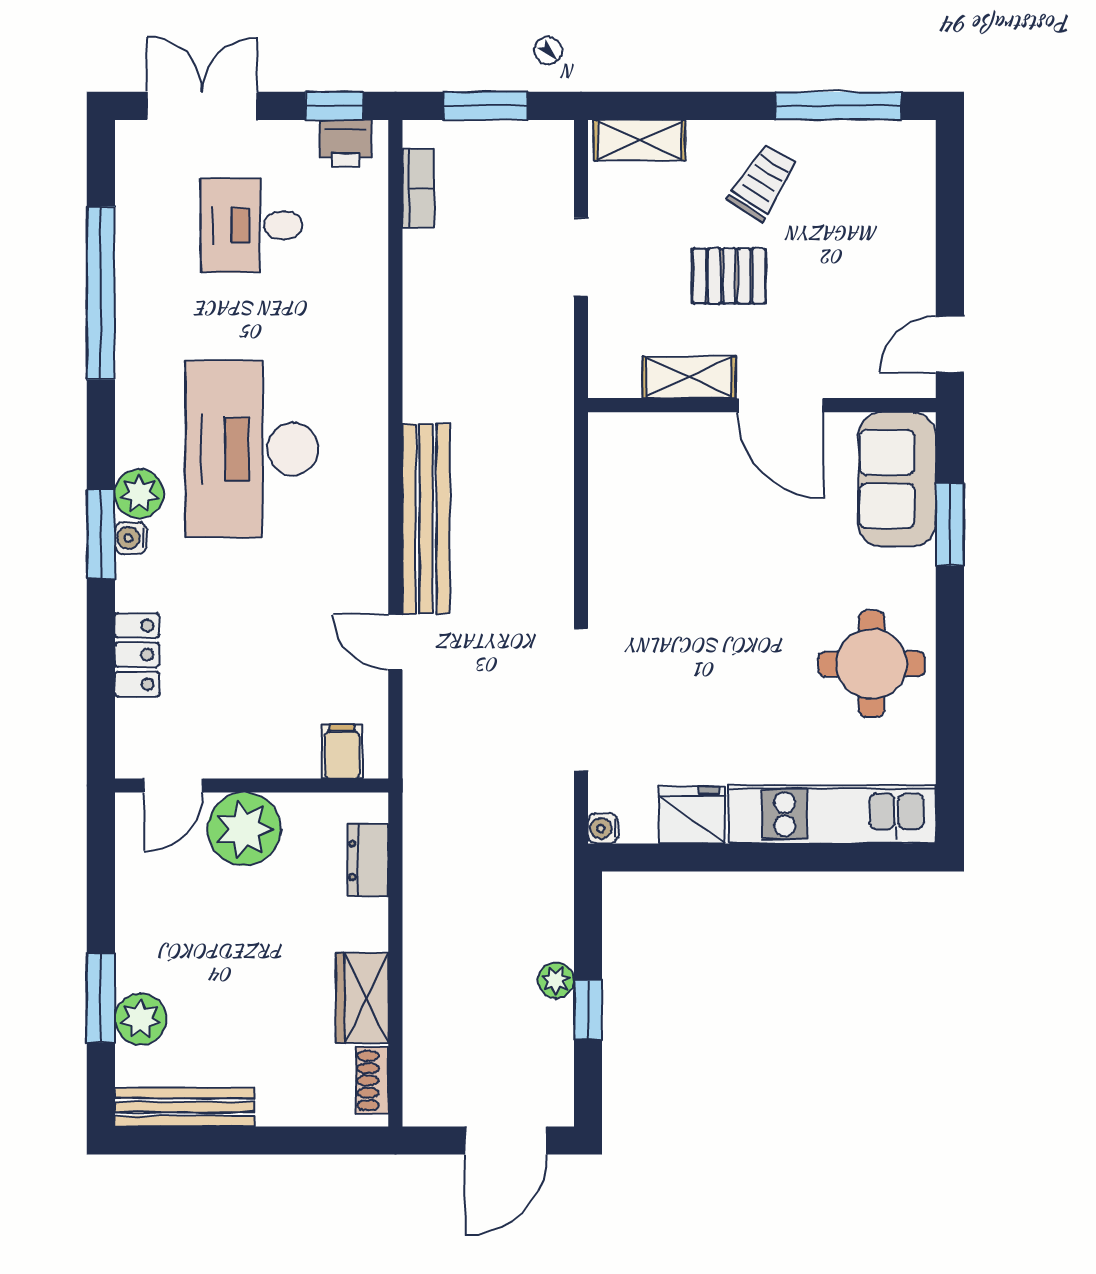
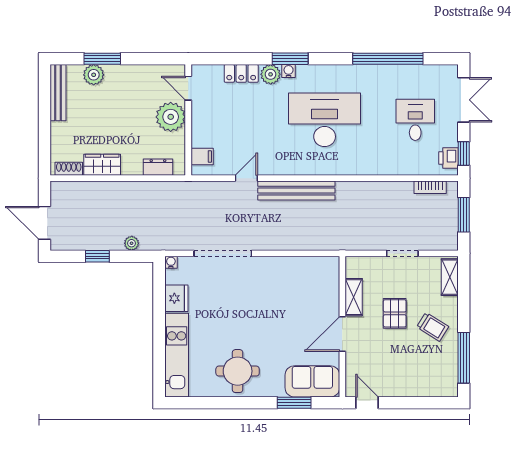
plant: (139, 494) -> (271, 74), moved
plant: (556, 980) -> (132, 243), moved

